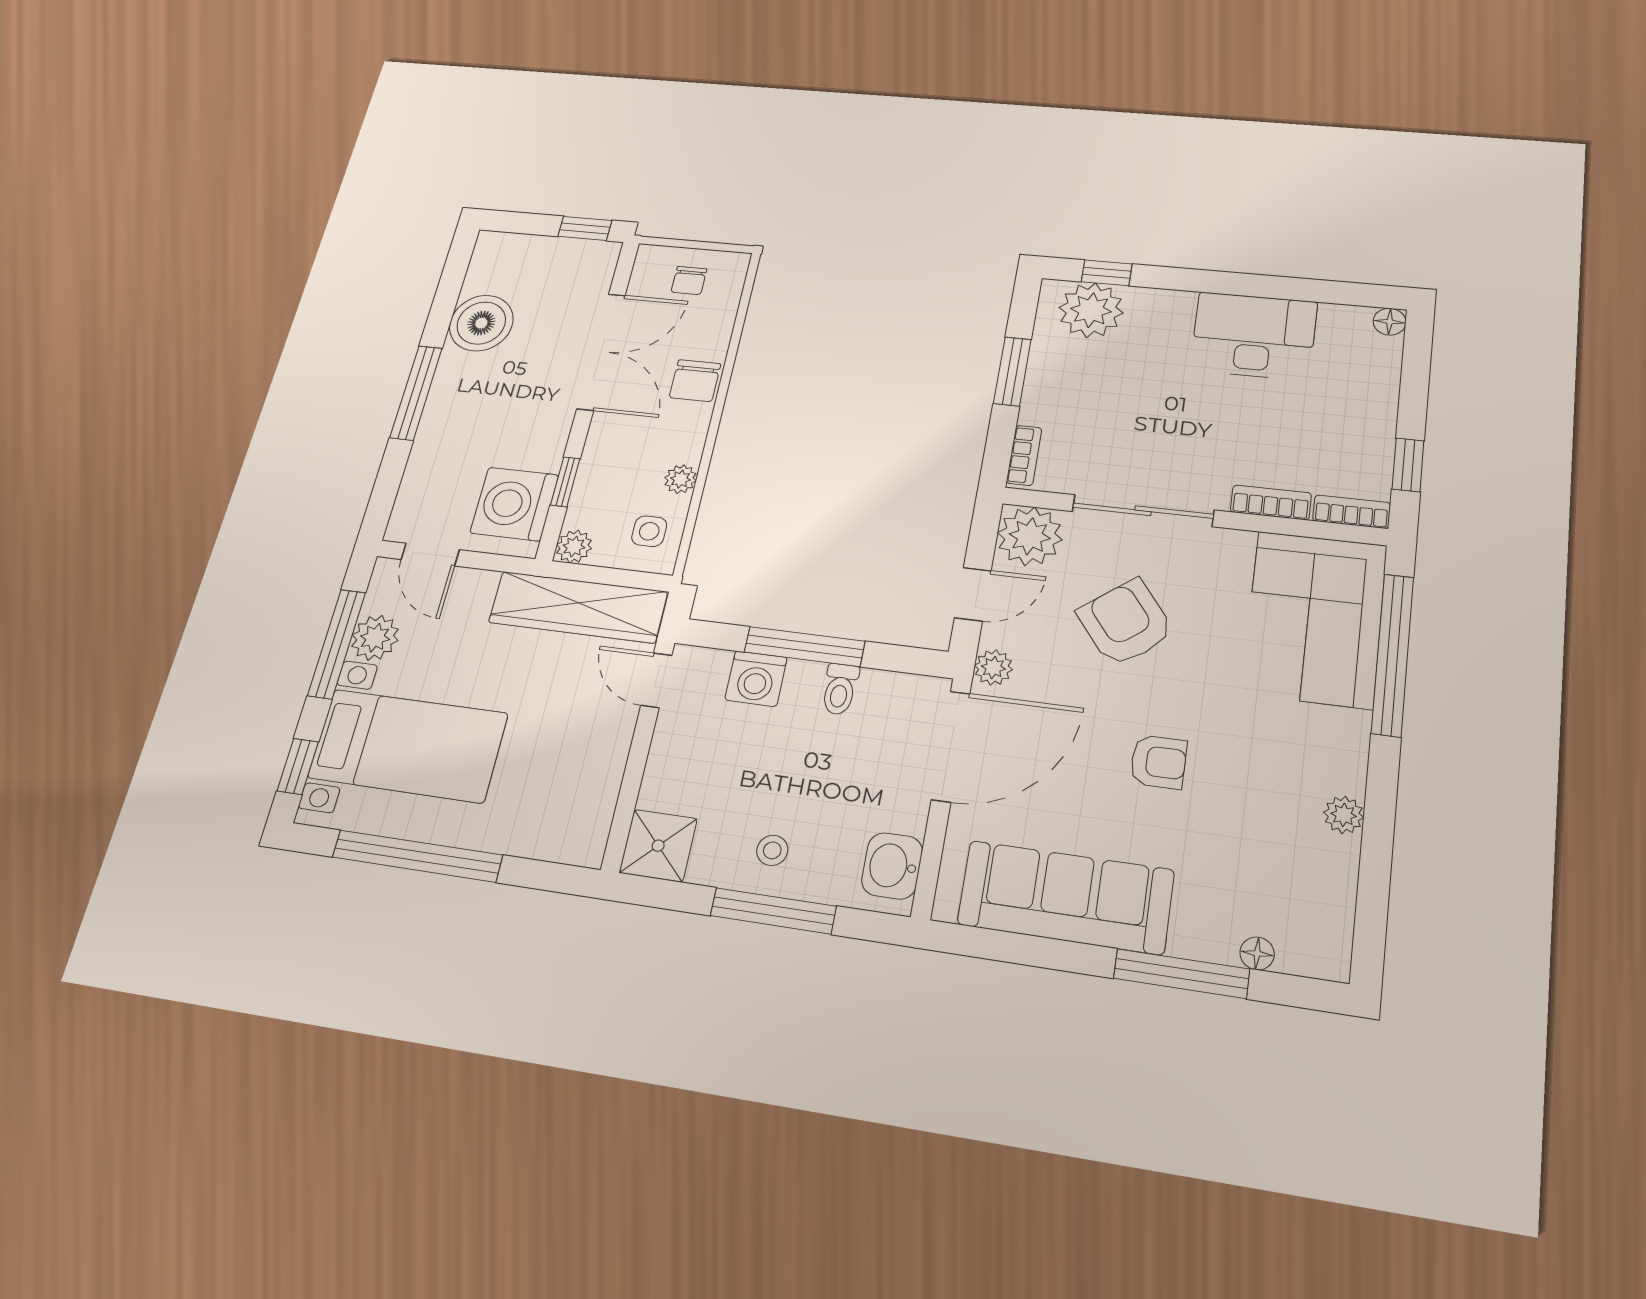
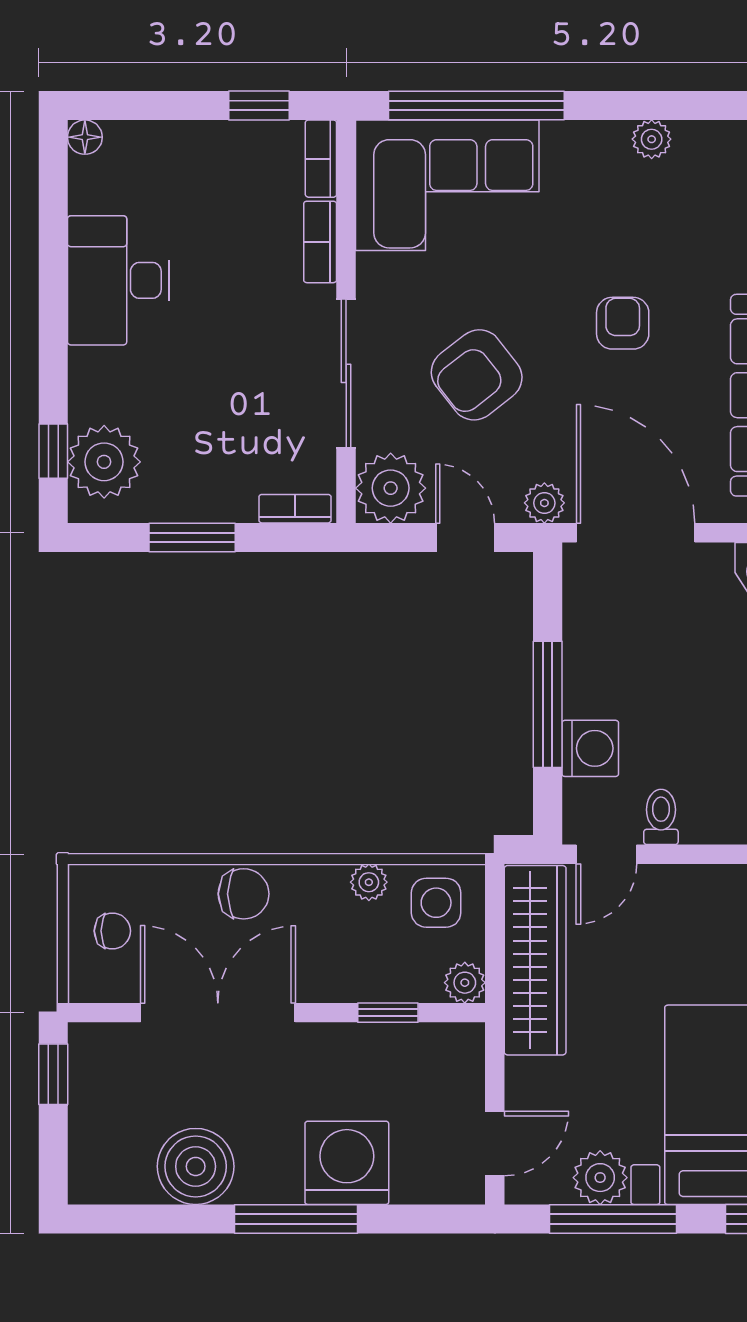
washing machine: (514, 504) -> (347, 1163), moved, turned 180
side table: (649, 531) -> (436, 903), width x1.37, depth x1.37
toilet: (840, 689) -> (661, 817), moved, turned -90

